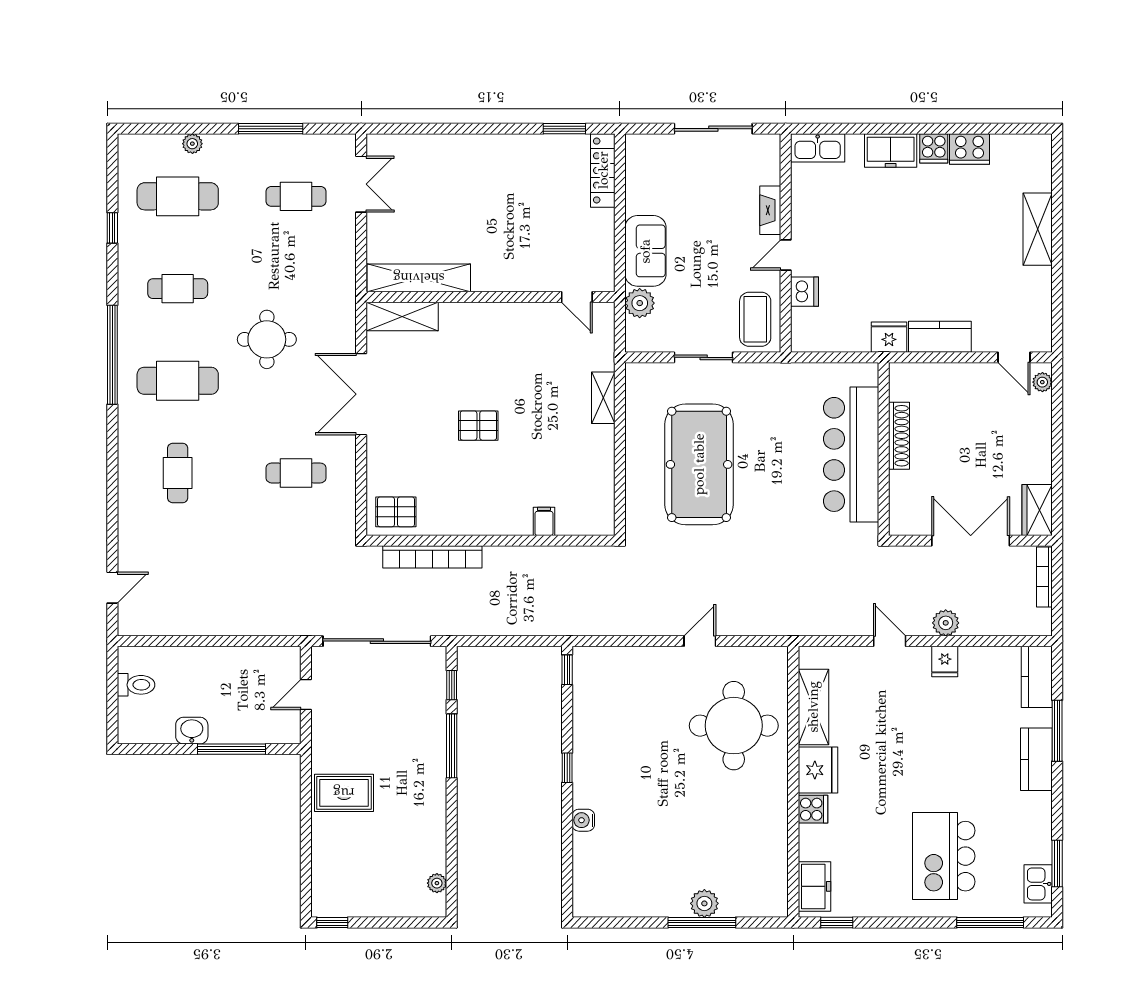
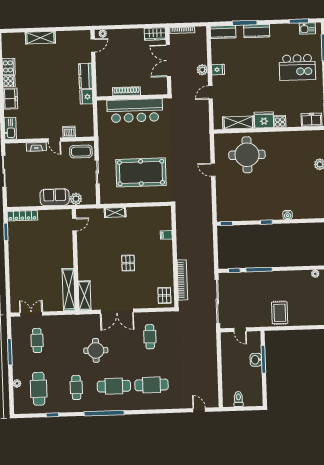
cafe table: (178, 381) -> (114, 386), turned 90
cafe table: (178, 473) -> (151, 385), width x1.37, depth x1.35
washbasin: (192, 731) -> (256, 360), moved

